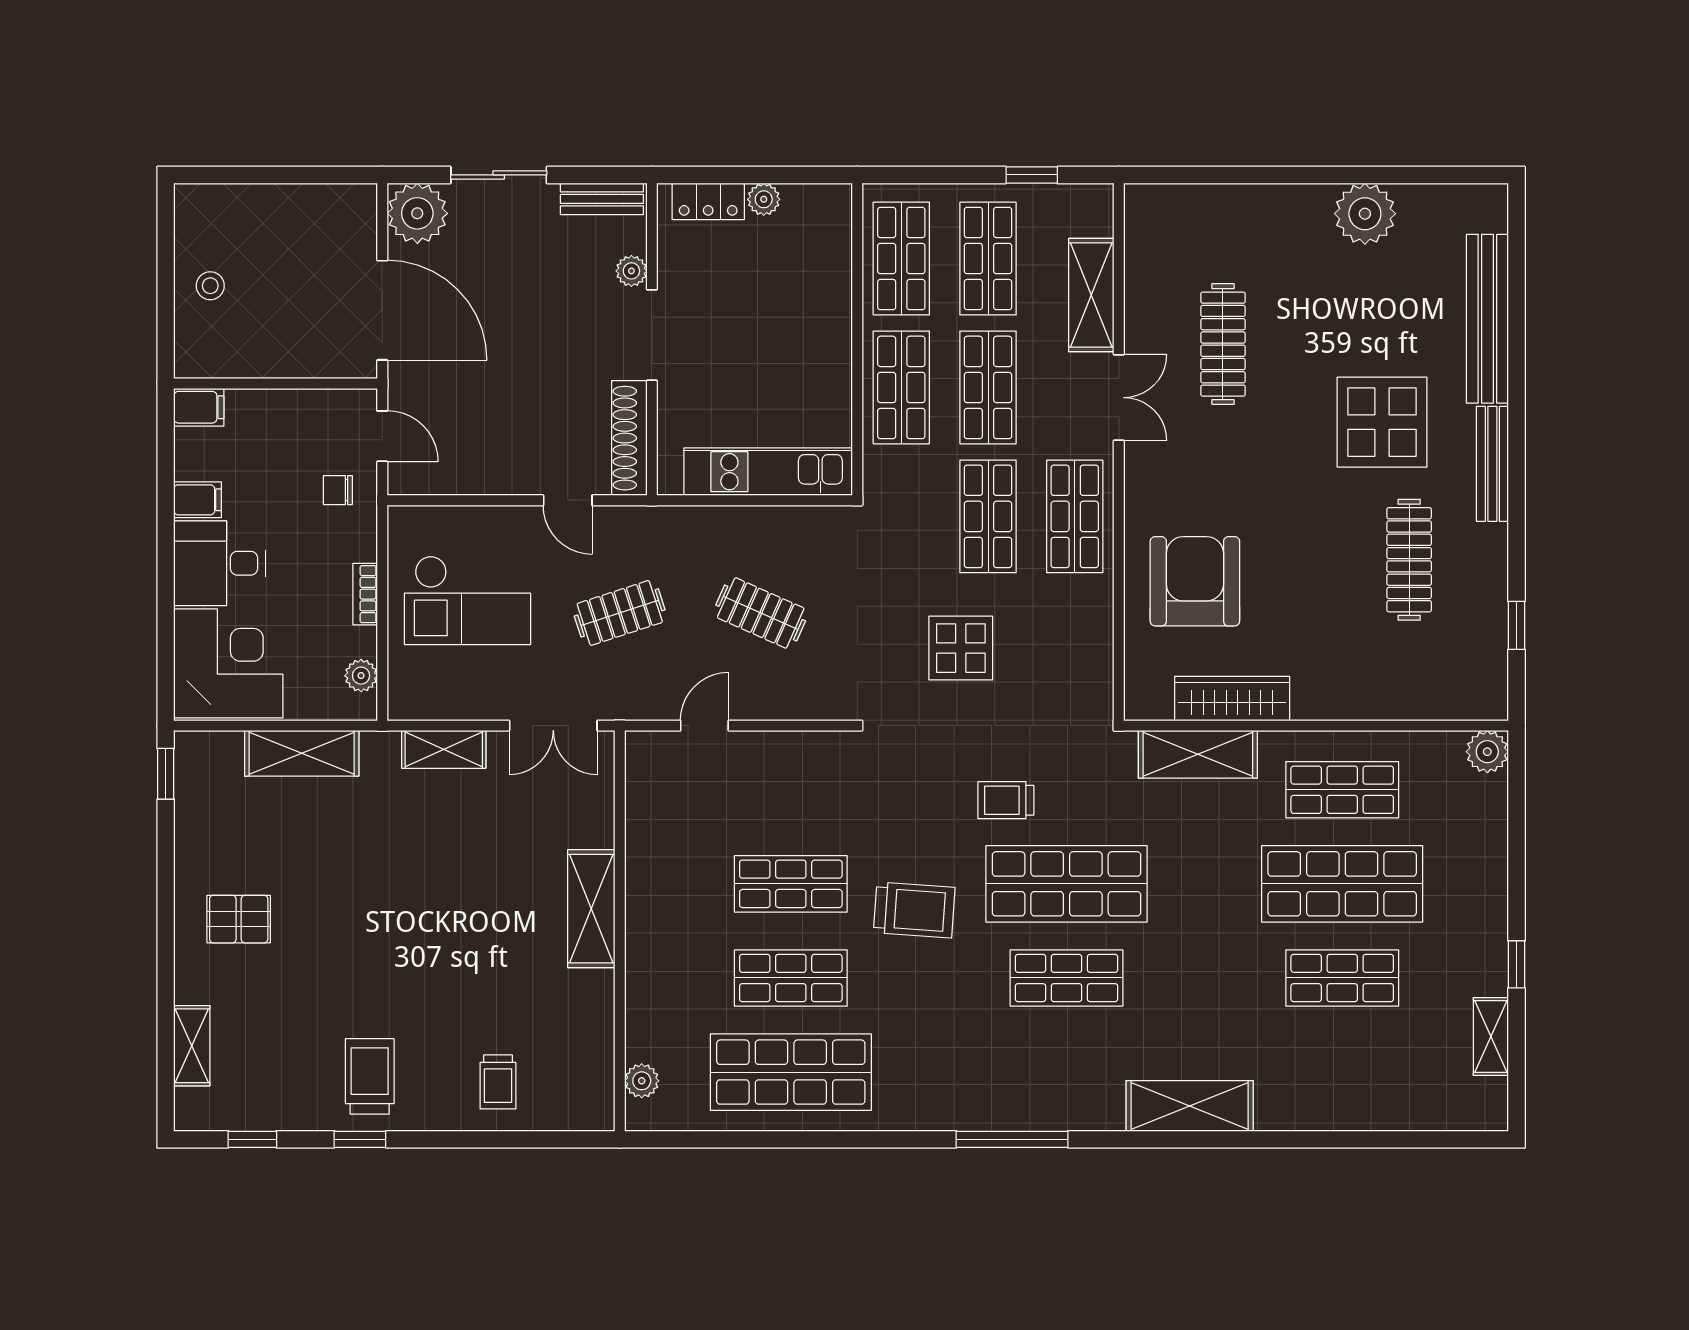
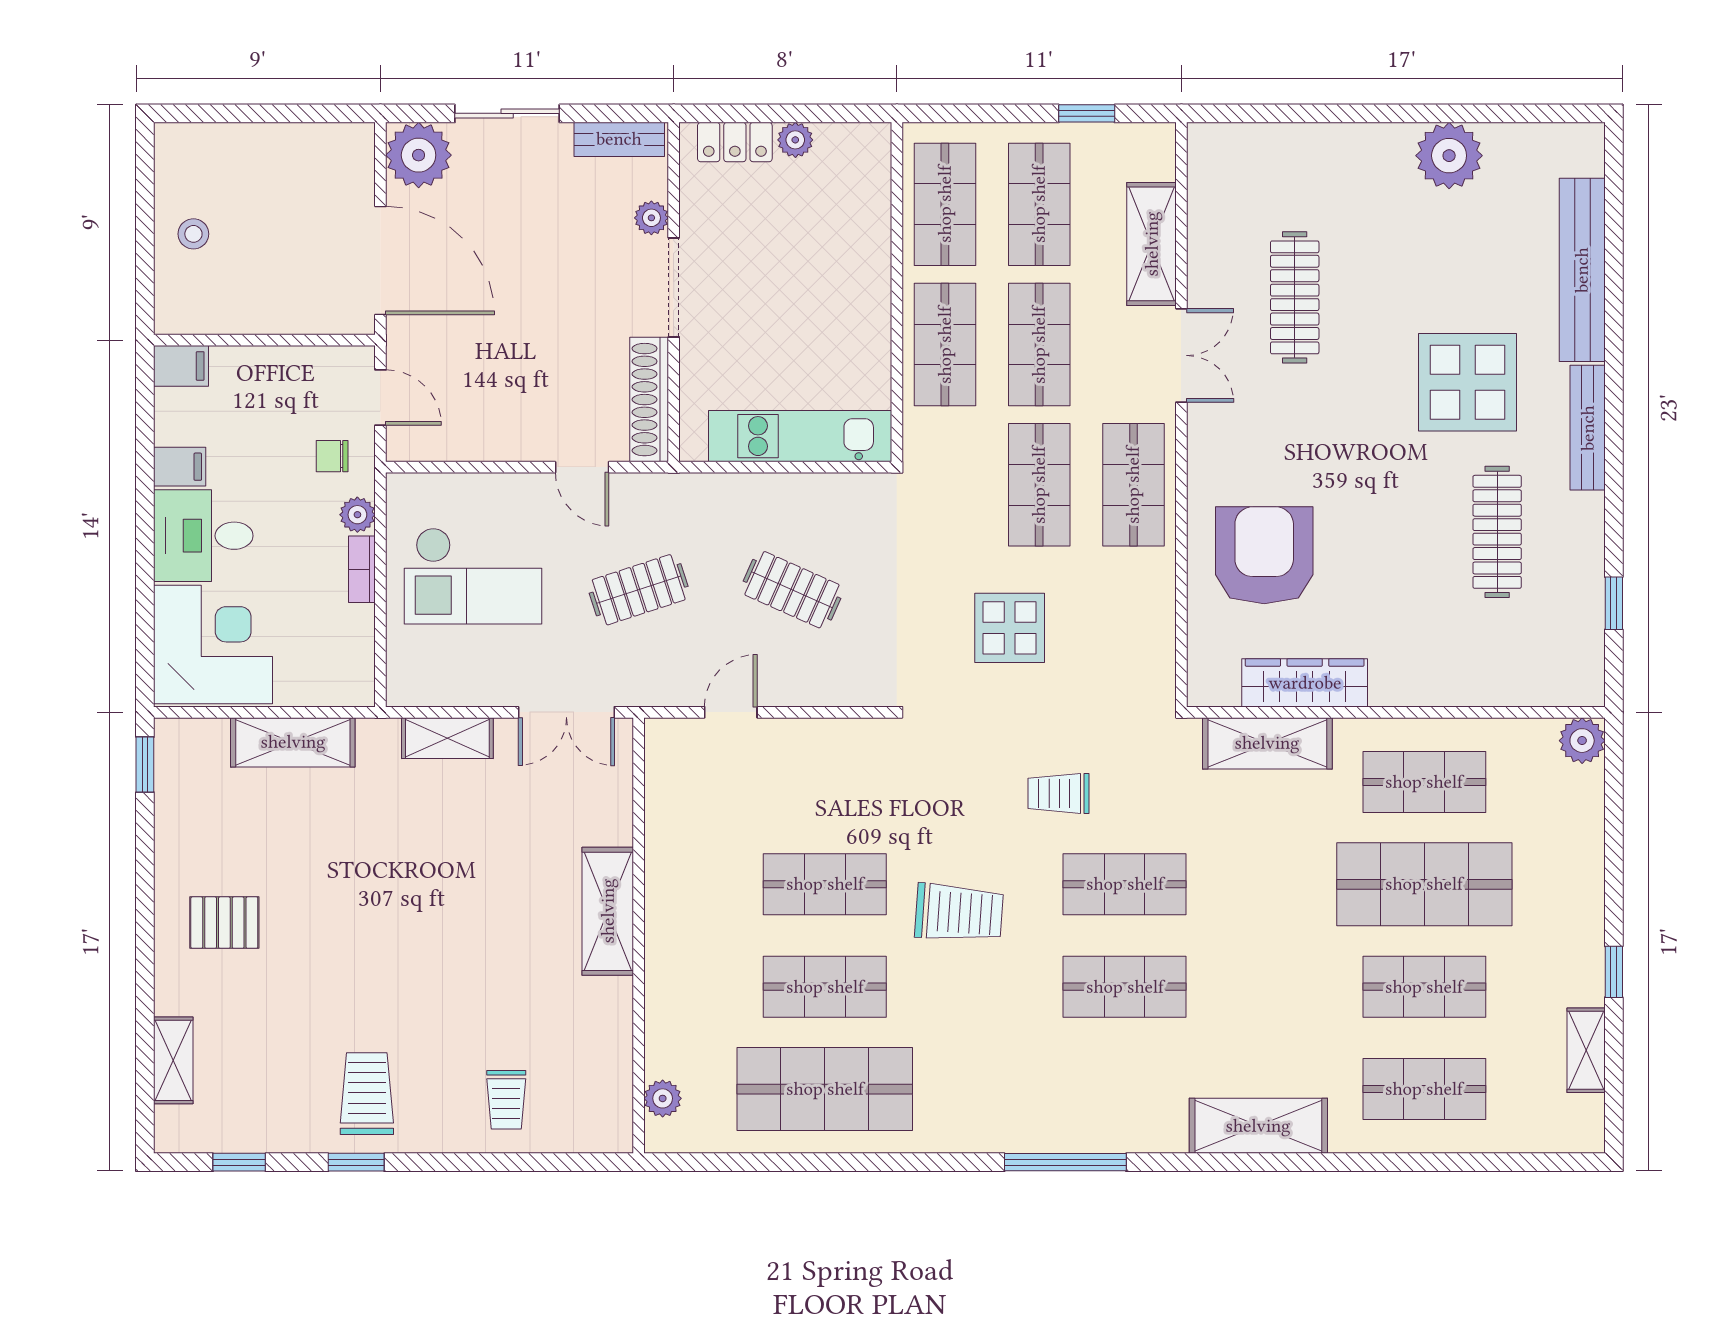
plant: (361, 676) -> (357, 515), moved
shop shelf: (1066, 884) -> (1125, 884), width x0.70, depth x0.74
shop shelf: (1342, 1072) -> (1424, 1089), added

